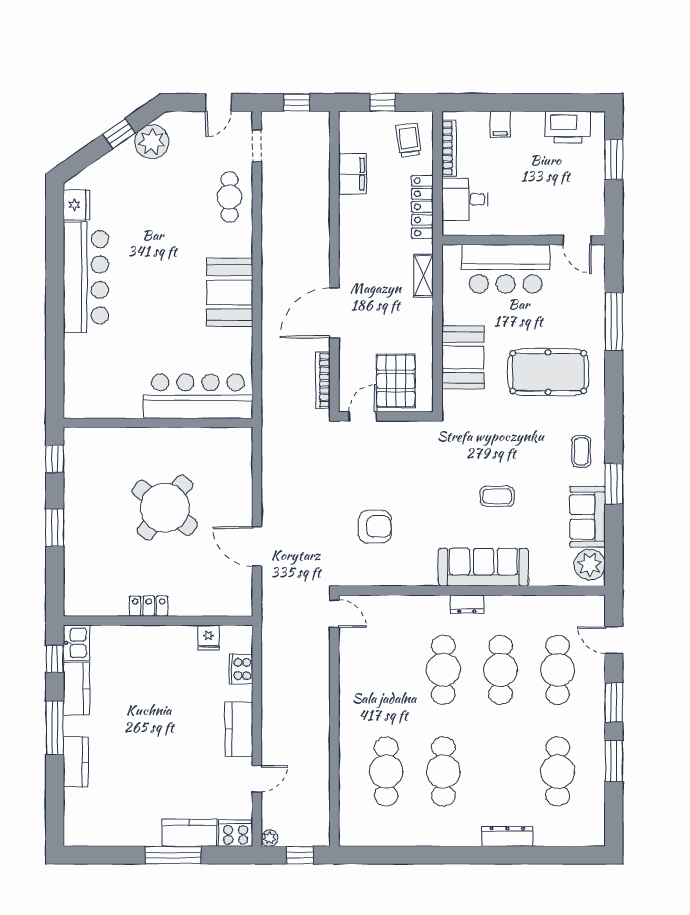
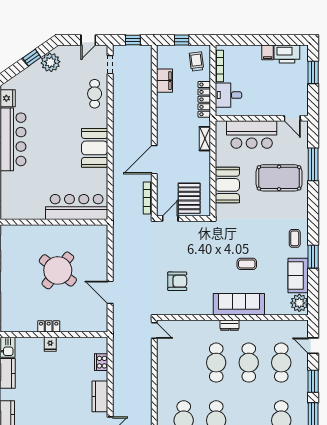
filing cabinet: (500, 124) -> (268, 52), moved
pool table: (548, 372) -> (279, 178), moved
fridge: (208, 637) -> (50, 344), moved

